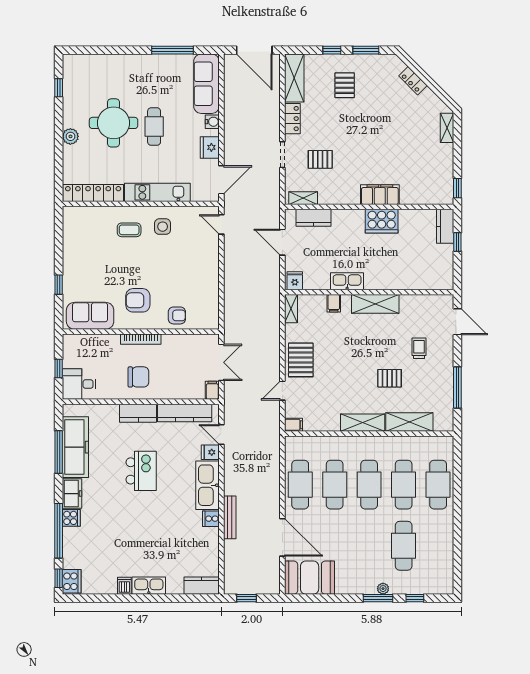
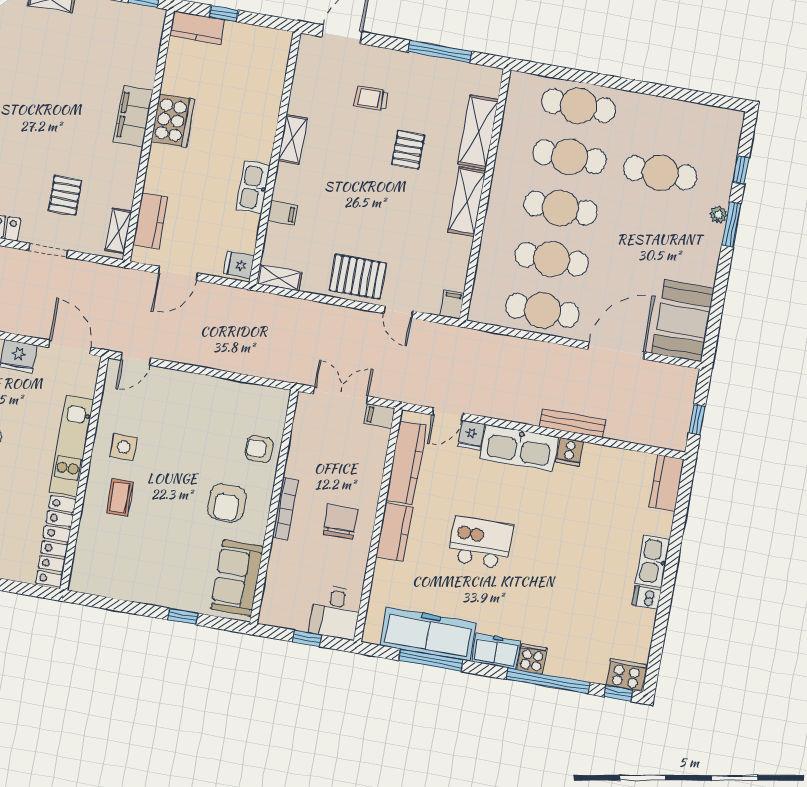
shelving: (375, 304) -> (293, 139), width x0.67, depth x0.75
armchair: (177, 315) -> (259, 449), turned -90

